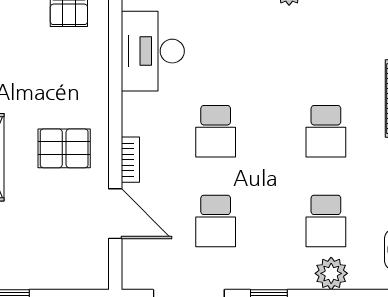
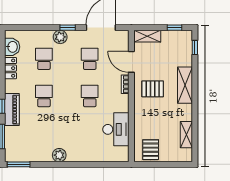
plant: (331, 273) -> (60, 37), moved
shelving: (77, 275) -> (147, 36), added

